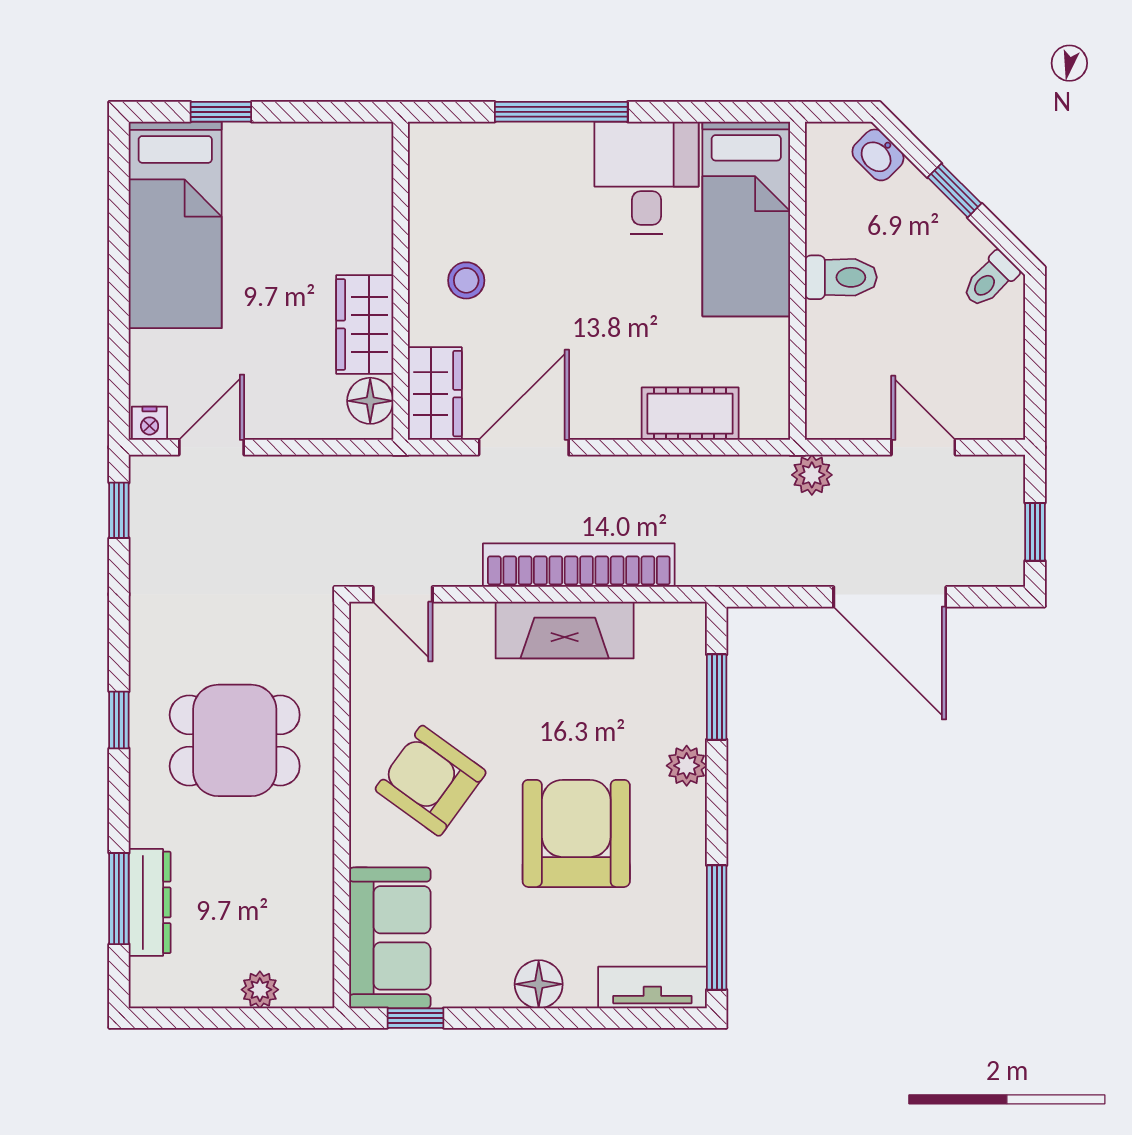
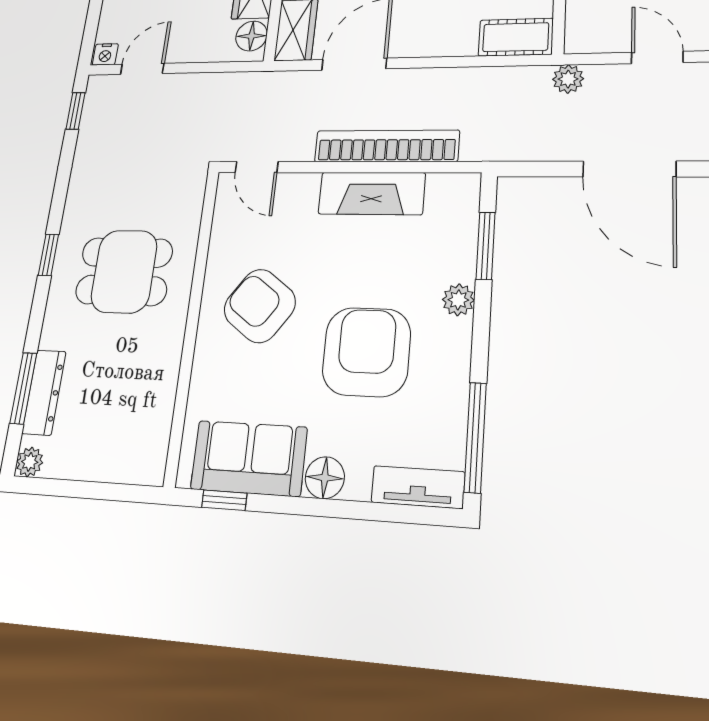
cot: (690, 414) -> (516, 37), moved
sofa: (390, 938) -> (249, 458), moved, turned -90
plant: (260, 990) -> (30, 462), moved

